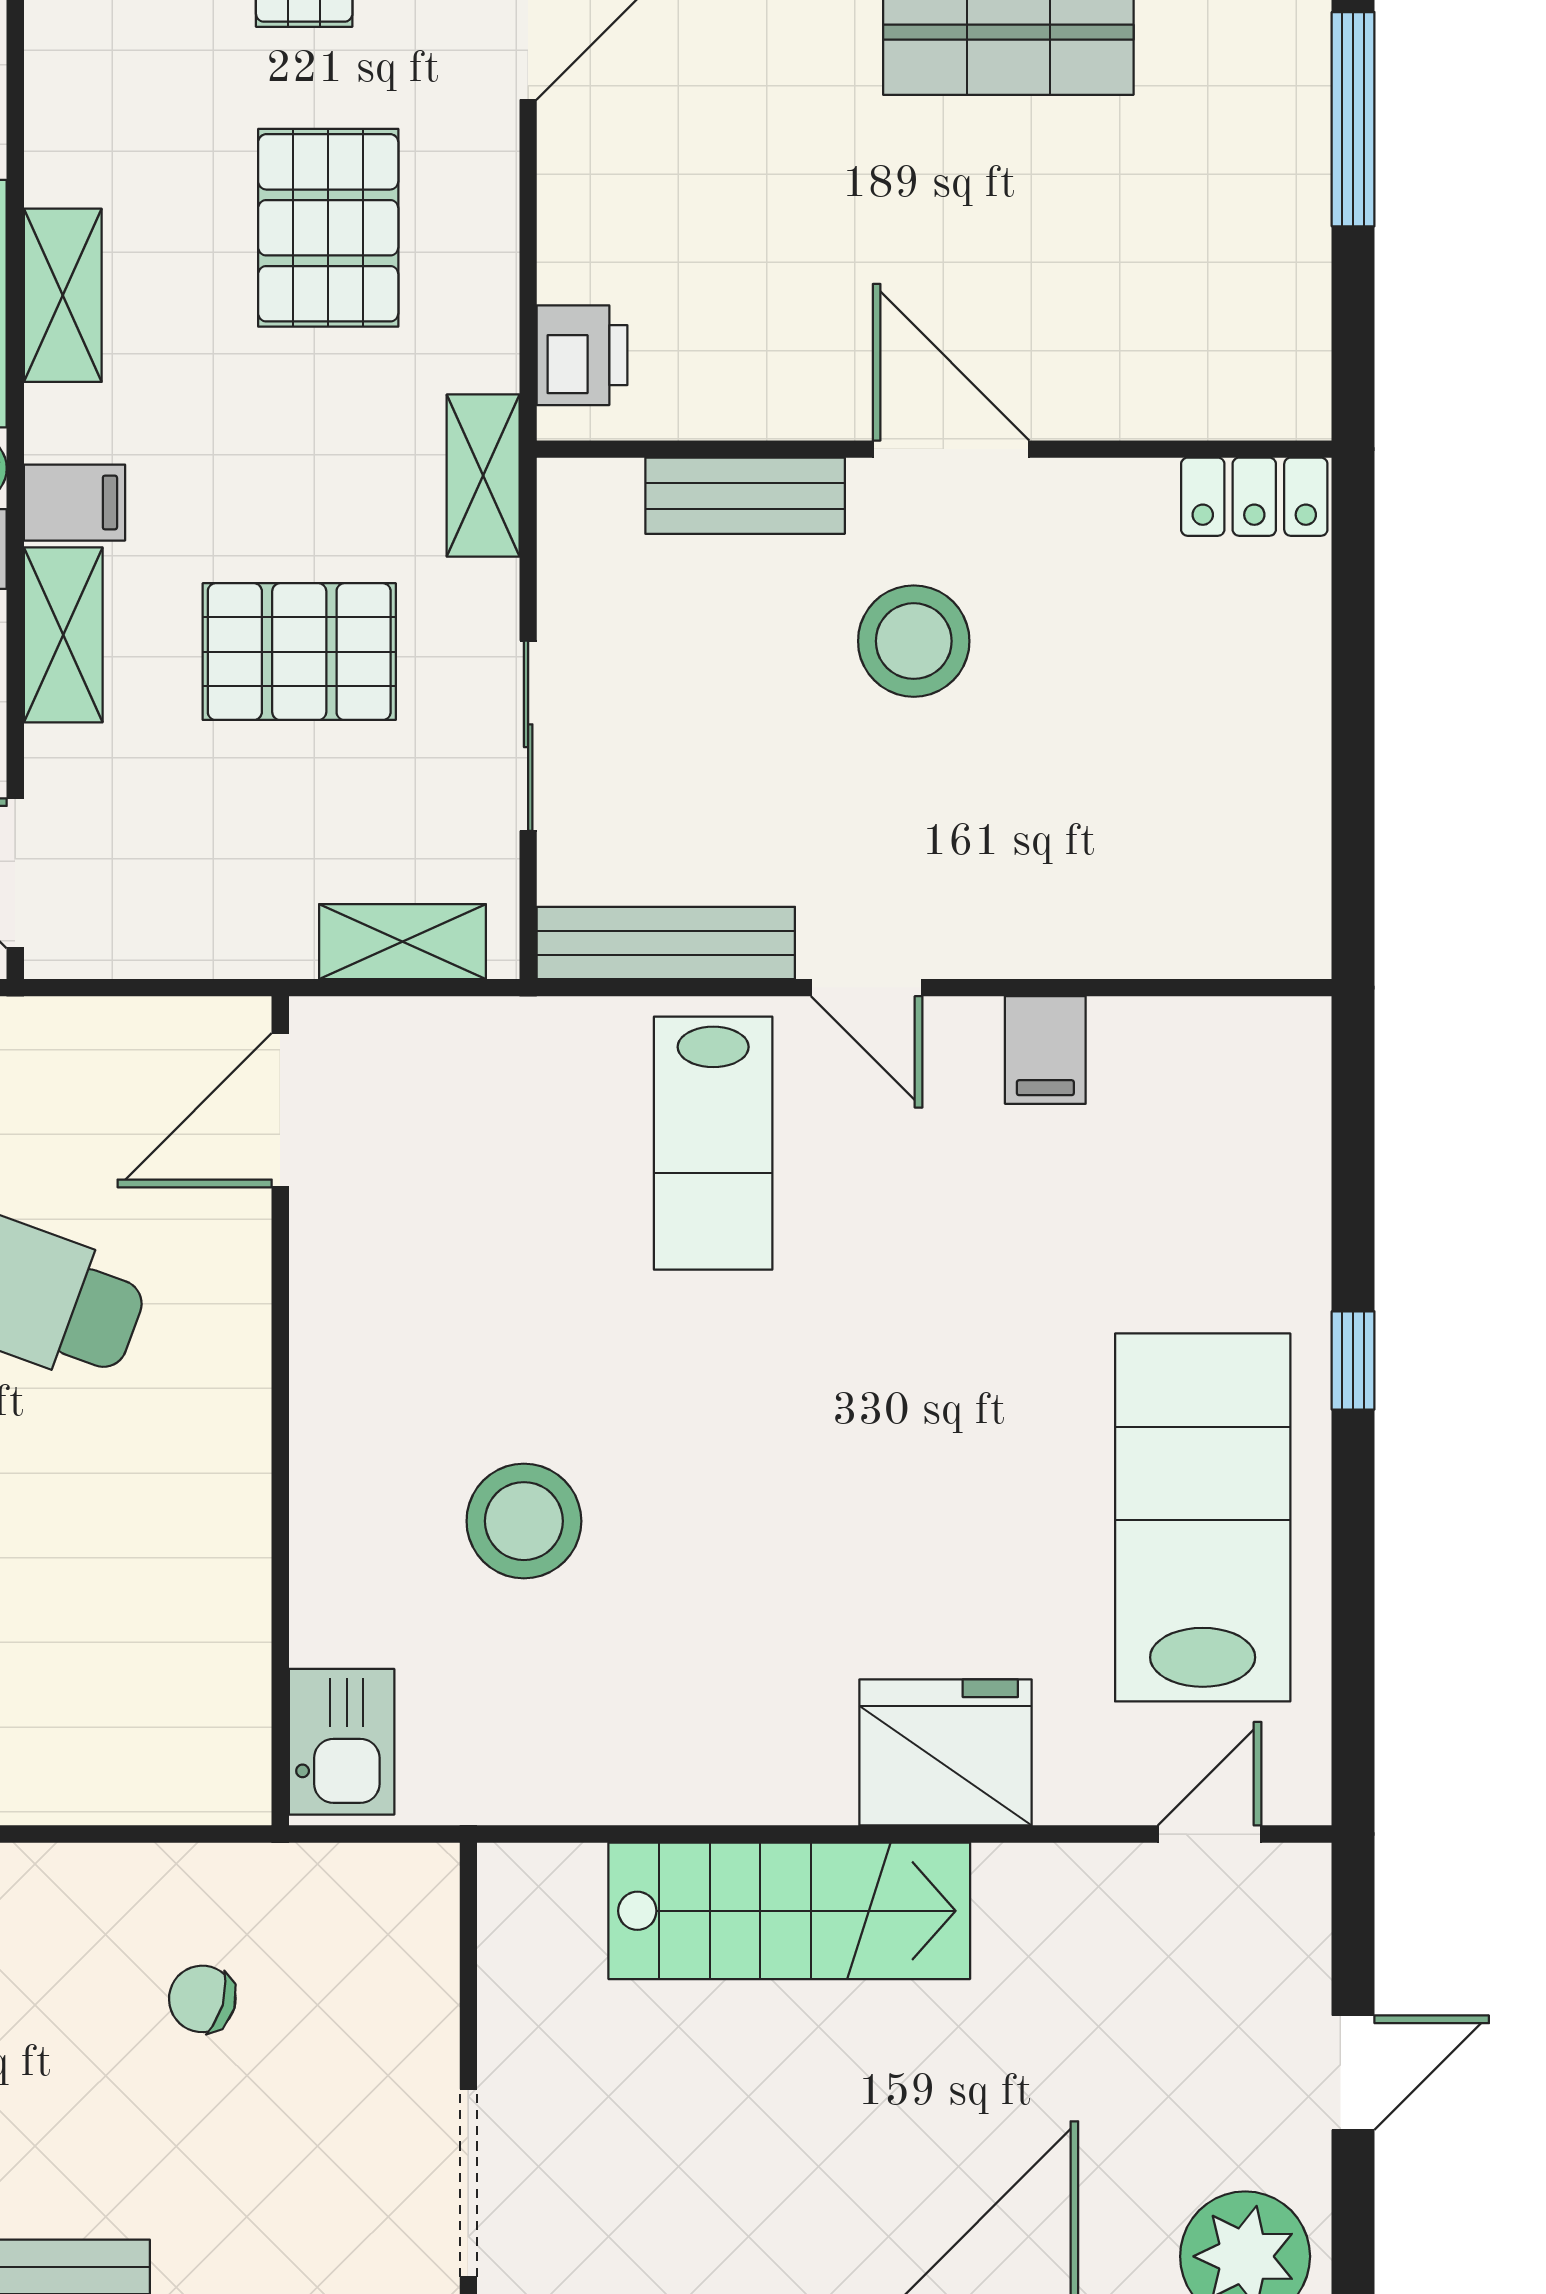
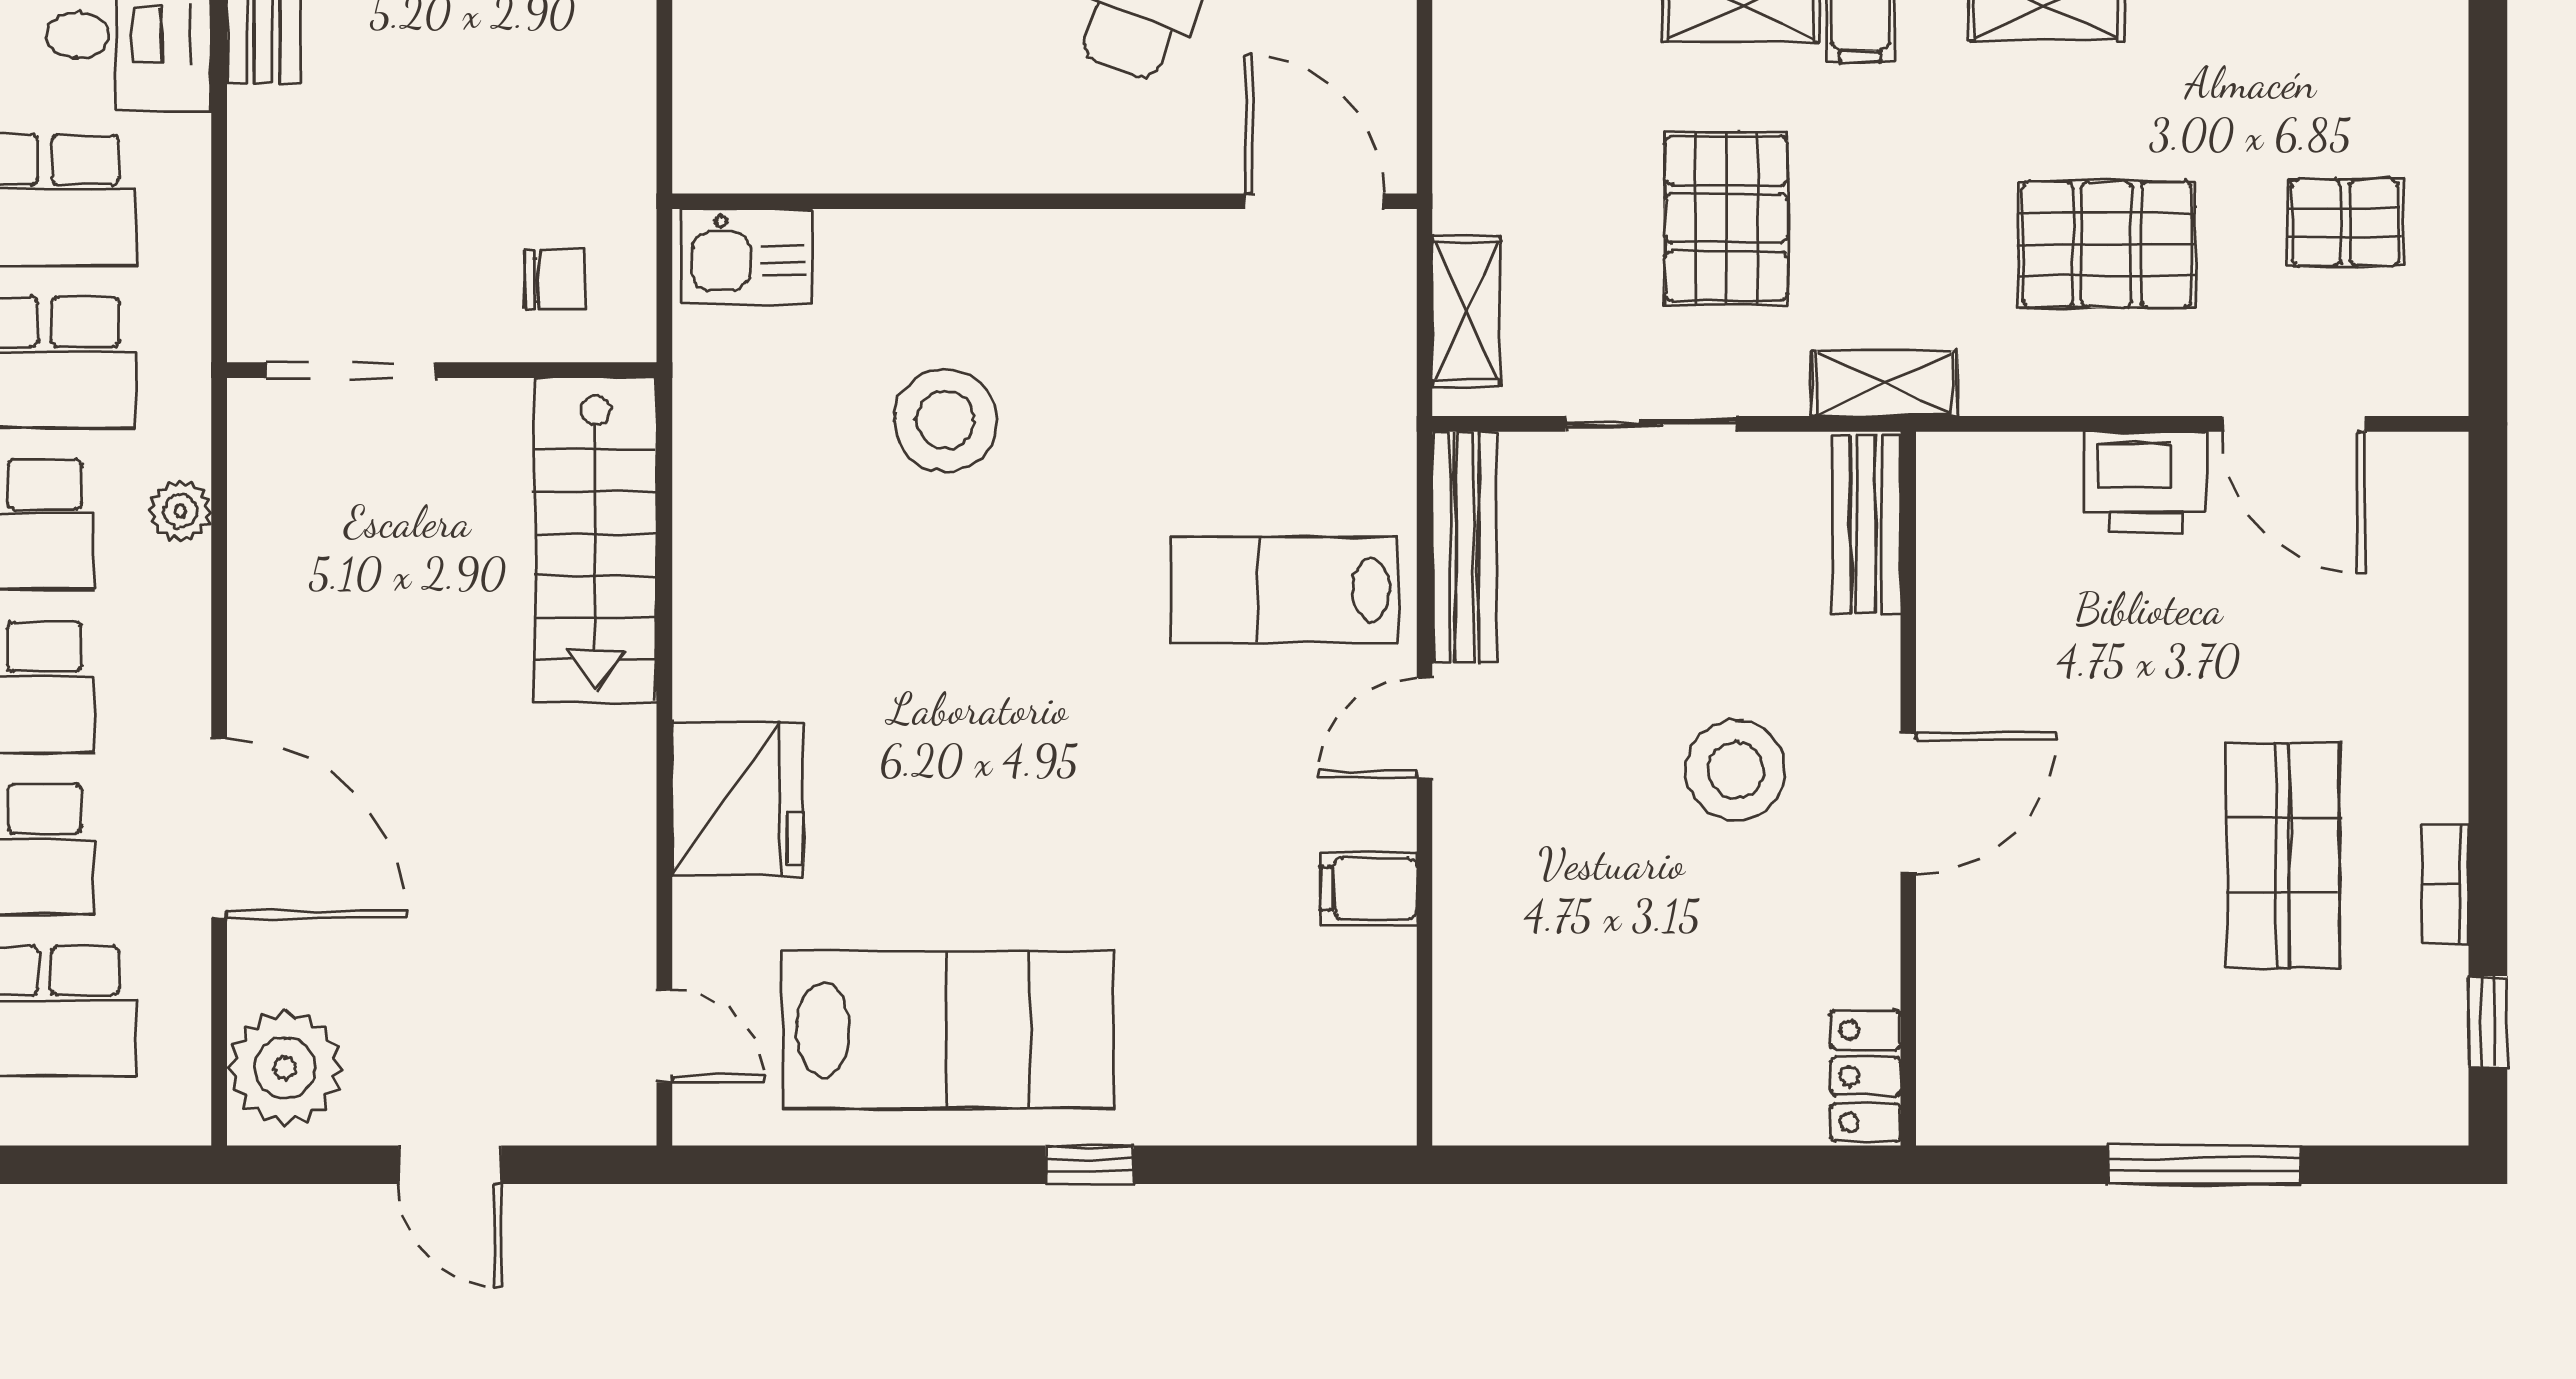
printer: (582, 355) -> (2145, 482), moved, width x1.36, depth x1.24
bench: (745, 496) -> (1866, 524), moved
stairs: (789, 1911) -> (595, 540), moved
chair: (202, 1999) -> (555, 279), moved, turned 74

